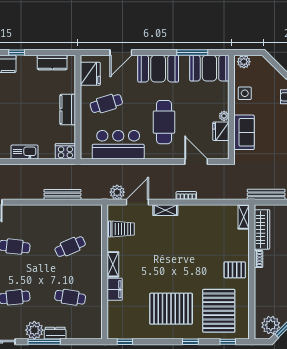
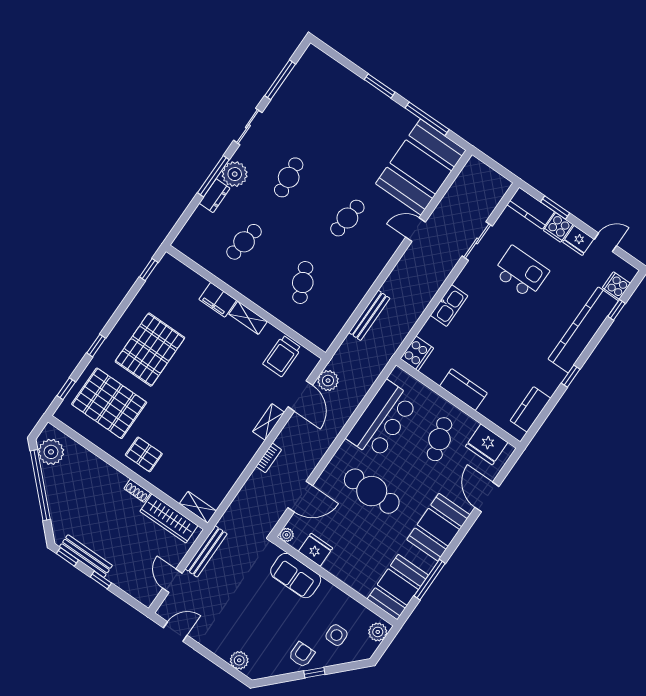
side table: (245, 93) -> (337, 635), moved
plant: (224, 116) -> (286, 535), moved
pallet: (235, 270) -> (144, 454), turned 90

